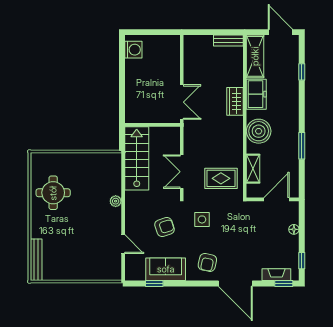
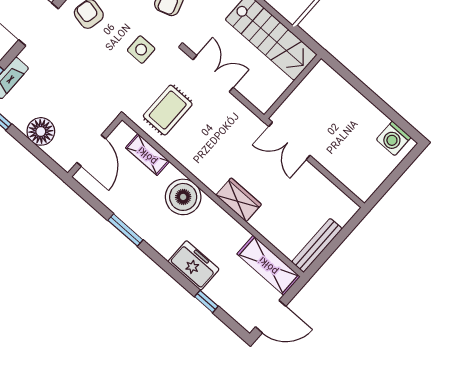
bench: (228, 41) -> (317, 245), width x1.36
freezer: (256, 94) -> (194, 265), moved, turned 180
floor lamp: (294, 229) -> (41, 131), width x1.89, depth x1.89

